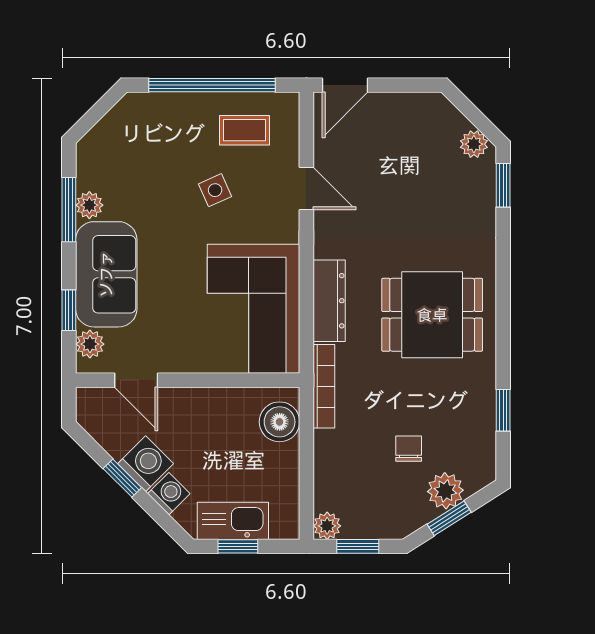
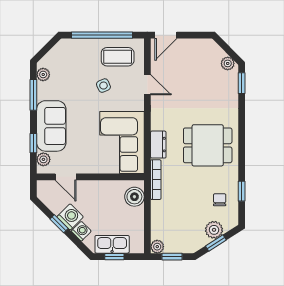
coffee table: (244, 130) -> (118, 57), width x1.36, depth x1.30
plant: (89, 205) -> (43, 74), moved
dresser: (329, 301) -> (158, 145), width x0.70
chair: (409, 449) -> (220, 200), moved

